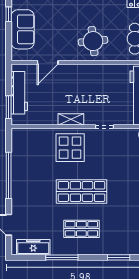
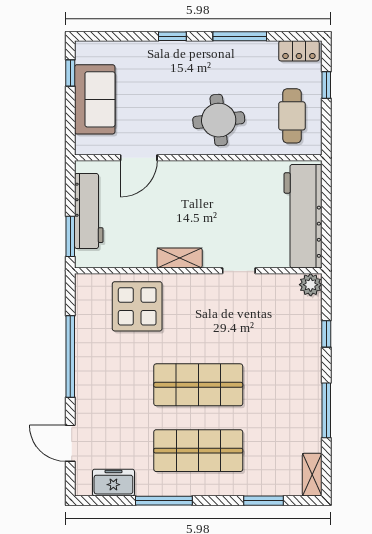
display table: (70, 148) -> (137, 306), moved
shop shelf: (81, 229) -> (198, 451), width x1.43, depth x1.36
freezer: (33, 247) -> (113, 483), width x0.71

